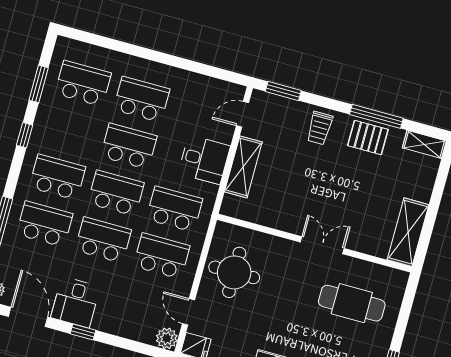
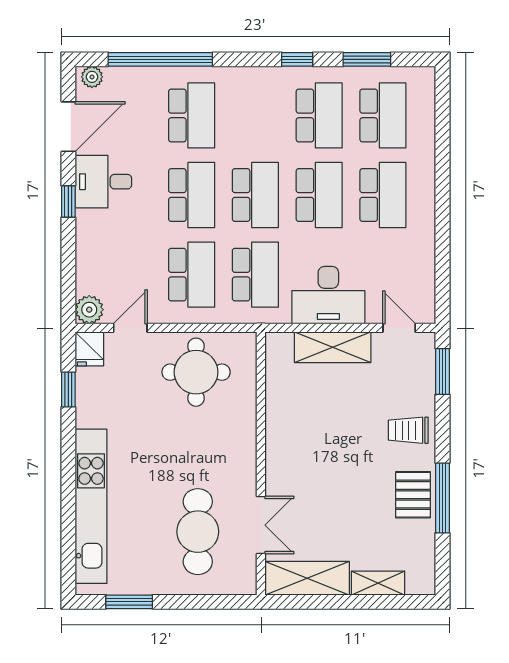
shelving: (424, 144) -> (378, 583), moved, turned 90
desk: (204, 160) -> (328, 295), width x1.37
school desk: (57, 177) -> (319, 115), moved
double door: (322, 245) -> (261, 525), moved

